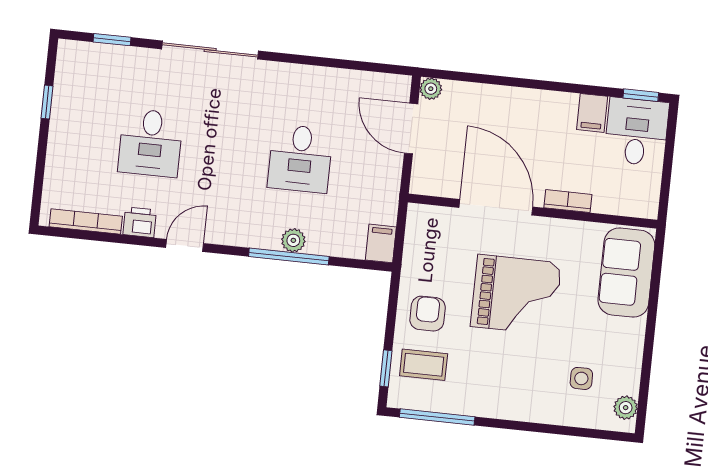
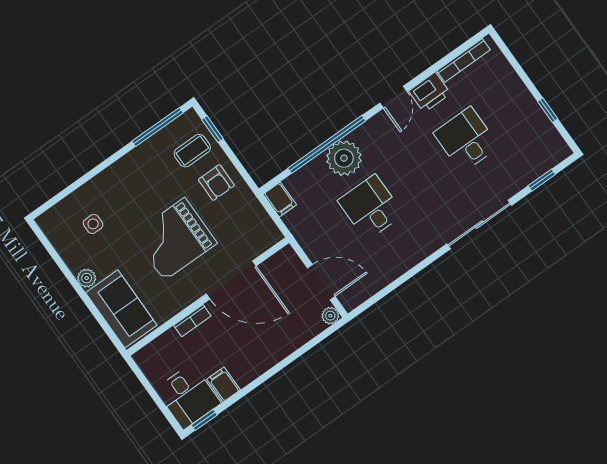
printer: (140, 222) -> (430, 92), width x1.36, depth x1.24
plant: (293, 240) -> (344, 158), width x1.88, depth x1.88
window: (289, 256) -> (327, 144), width x1.46
plant: (626, 408) -> (87, 278), moved

